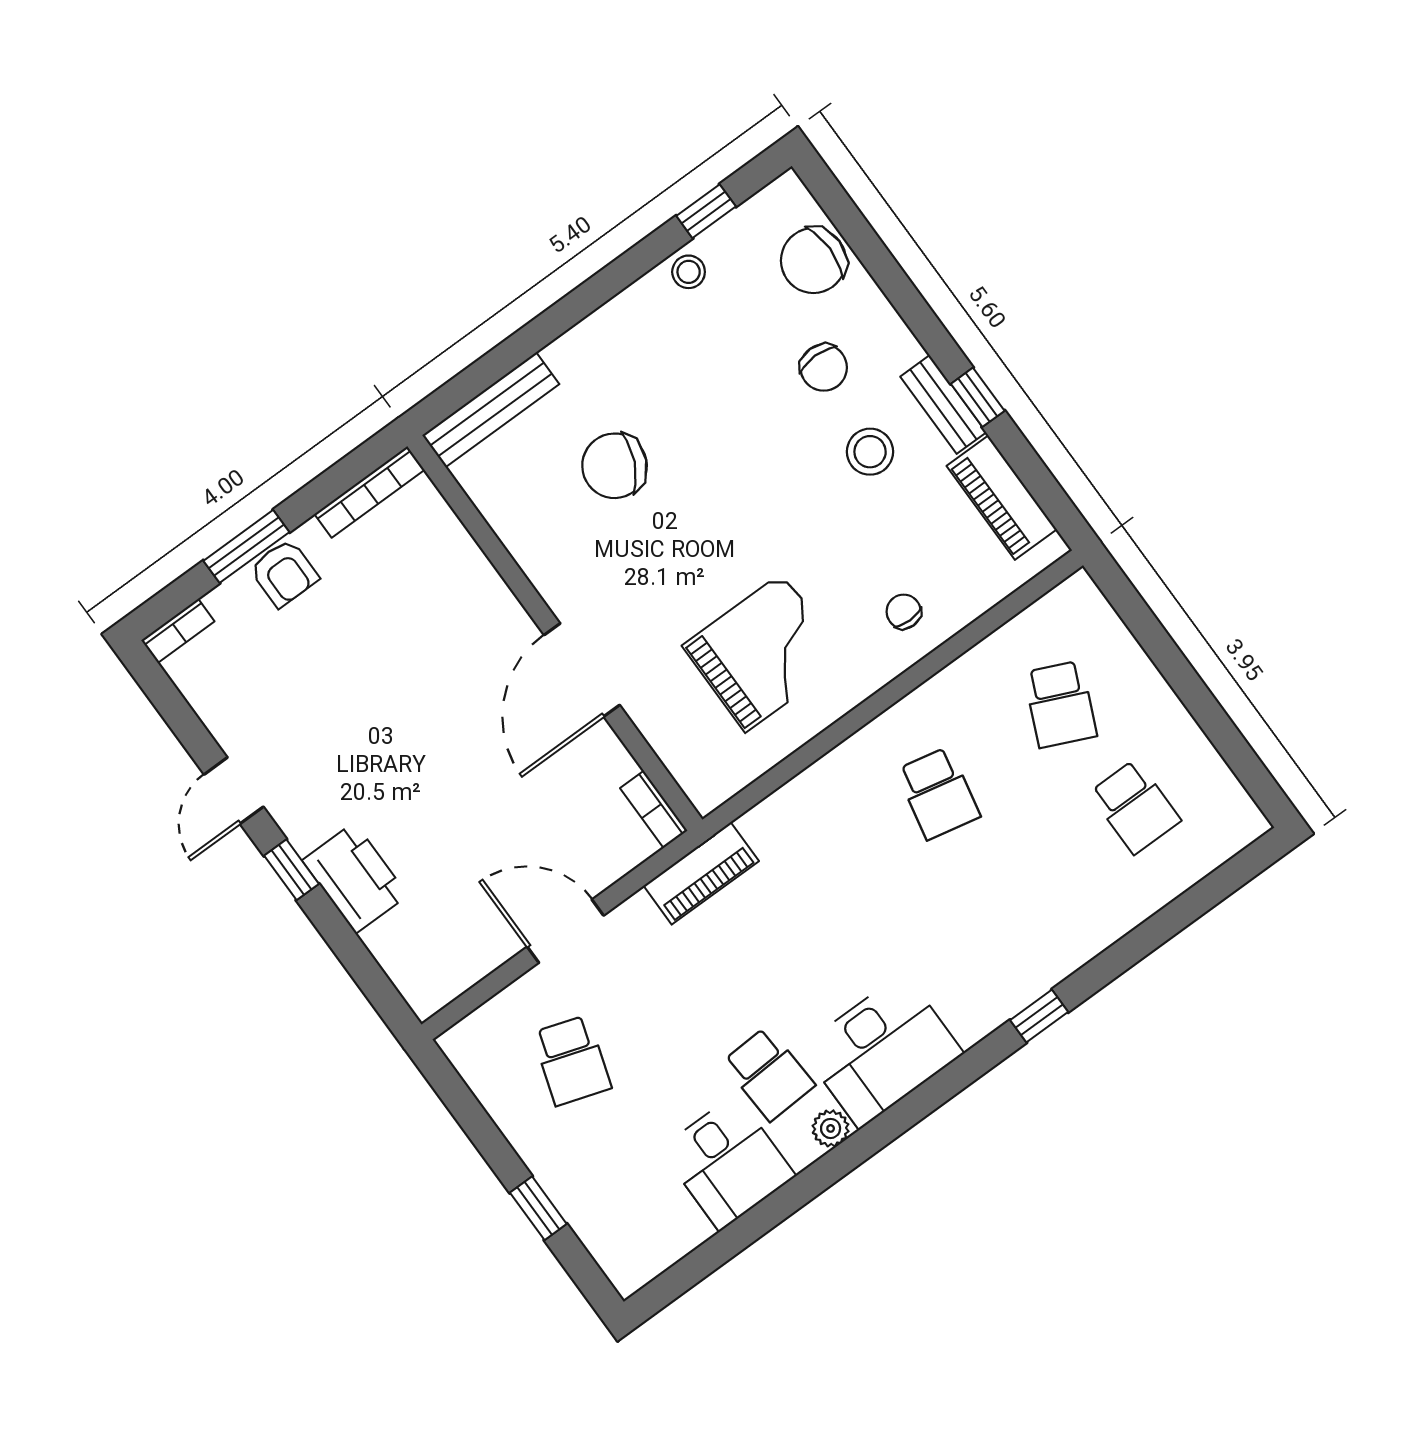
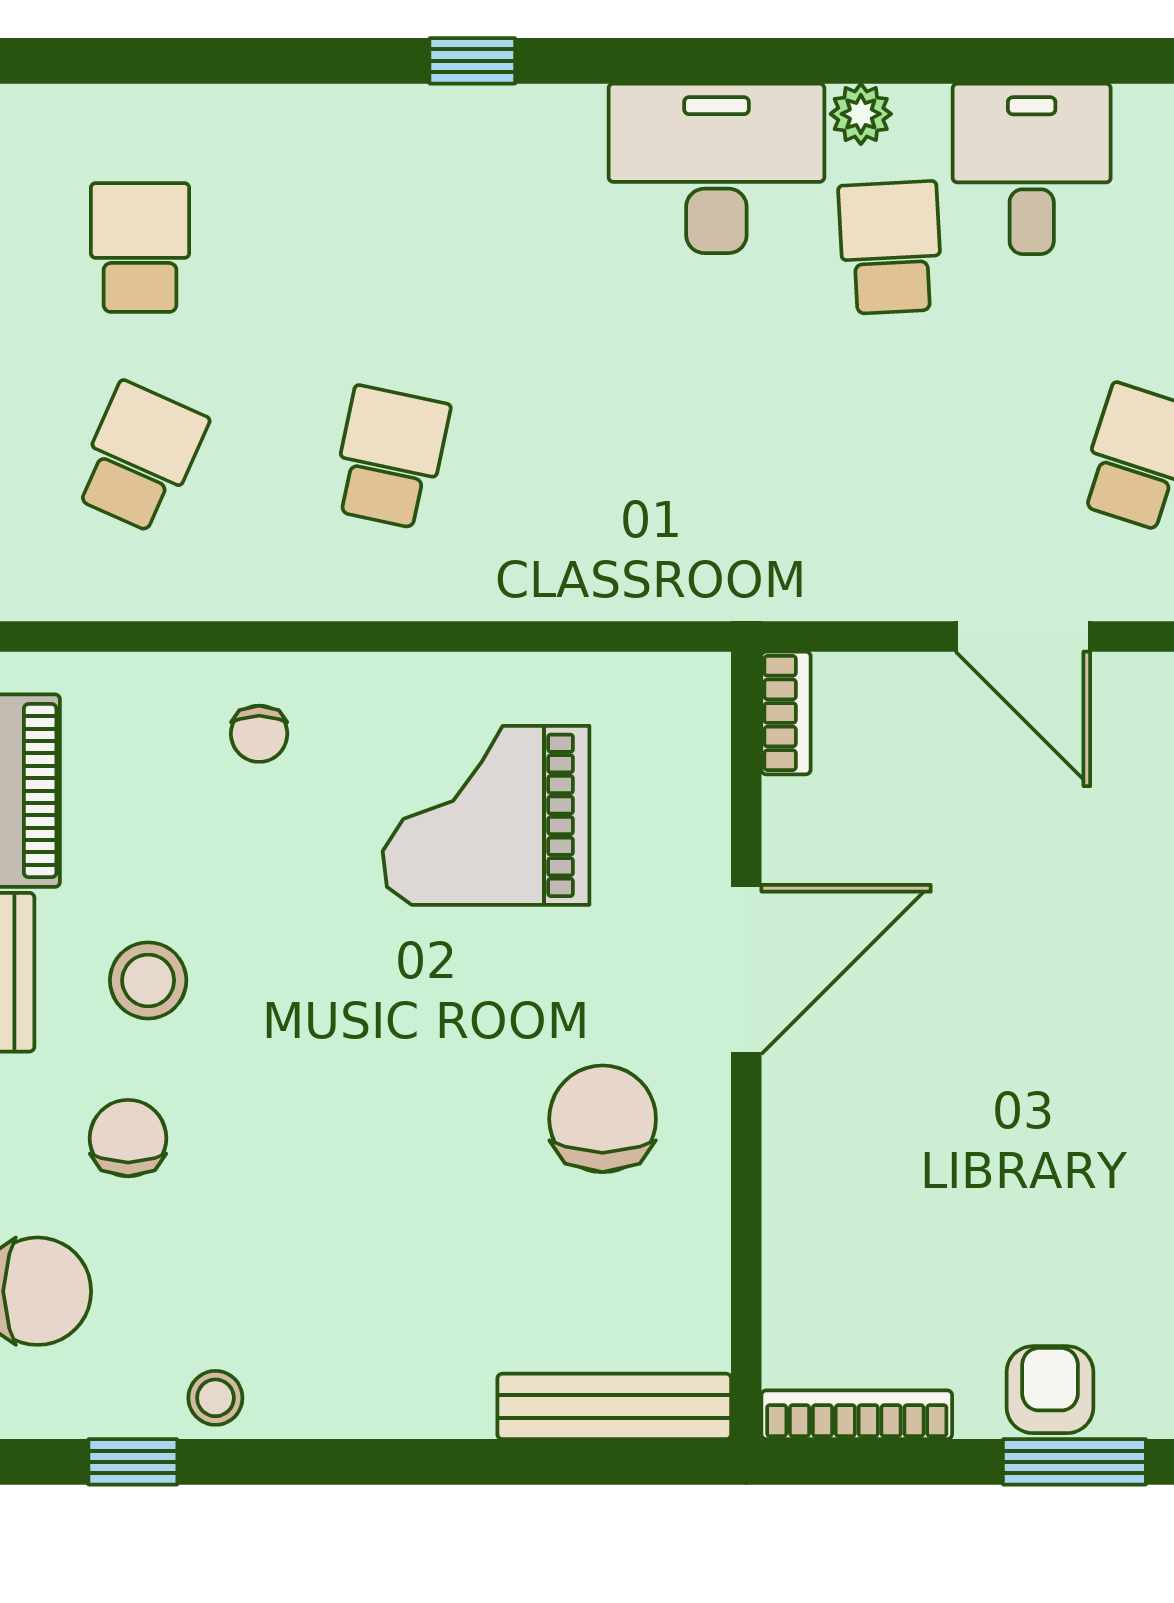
chair: (615, 466) -> (603, 1119), moved, turned -115
piano: (701, 873) -> (785, 581), removed

